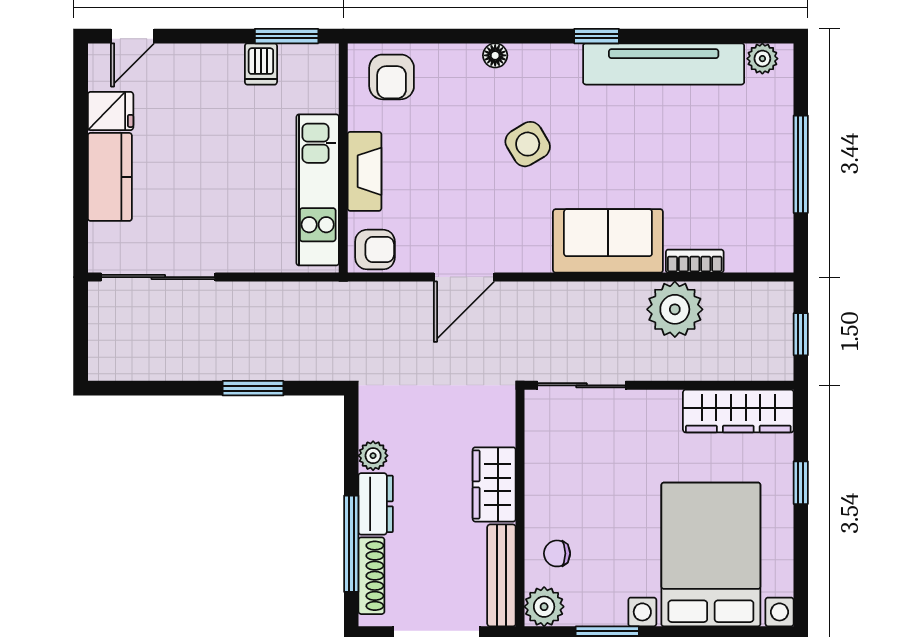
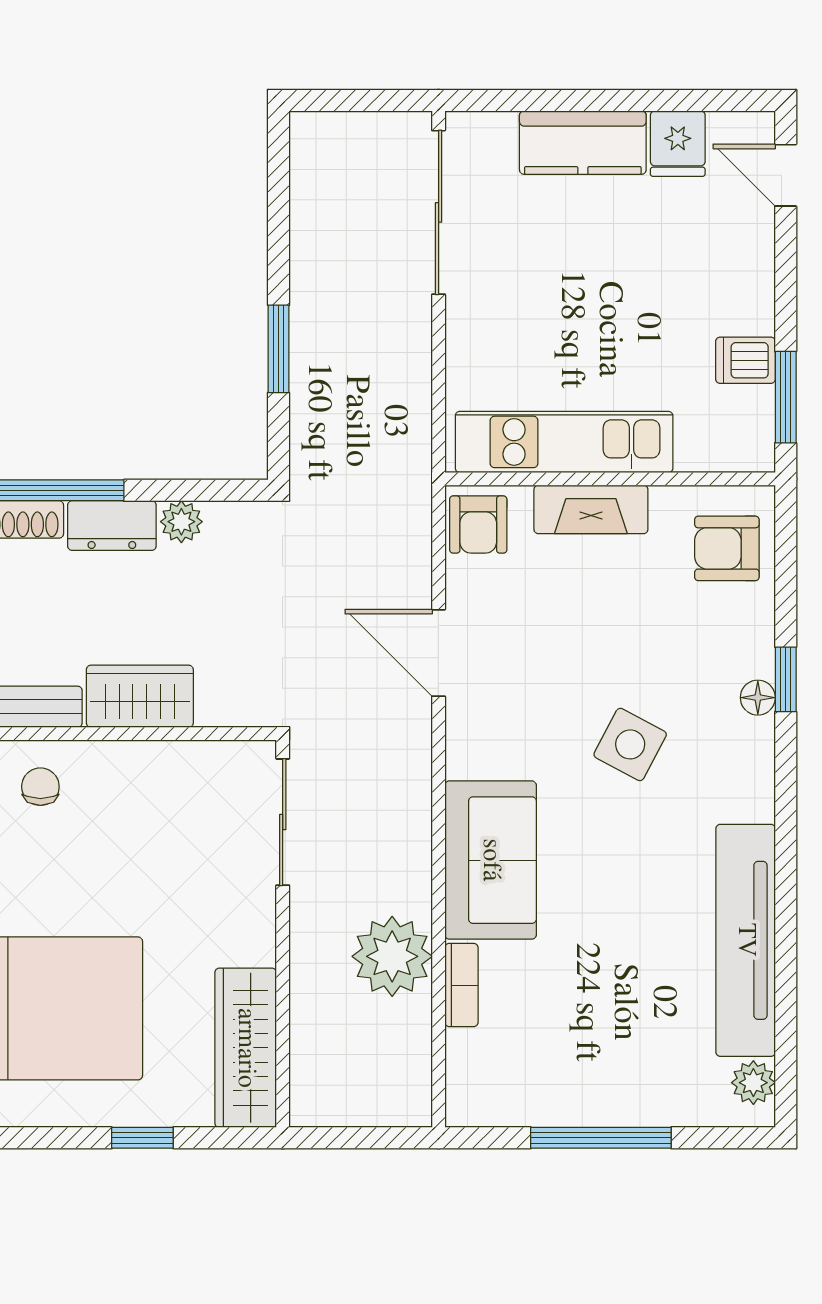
window: (597, 36) -> (786, 679), moved
side table: (528, 144) -> (630, 744), turned -31
window: (801, 334) -> (356, 1138), removed

